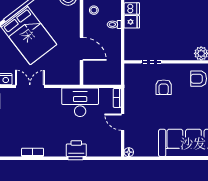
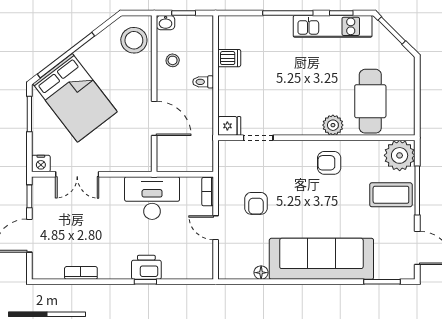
fridge: (132, 22) -> (229, 126), moved
double door: (30, 86) -> (77, 174), swing flipped
armchair: (164, 87) -> (256, 203), moved
floor lamp: (129, 152) -> (261, 273), moved

